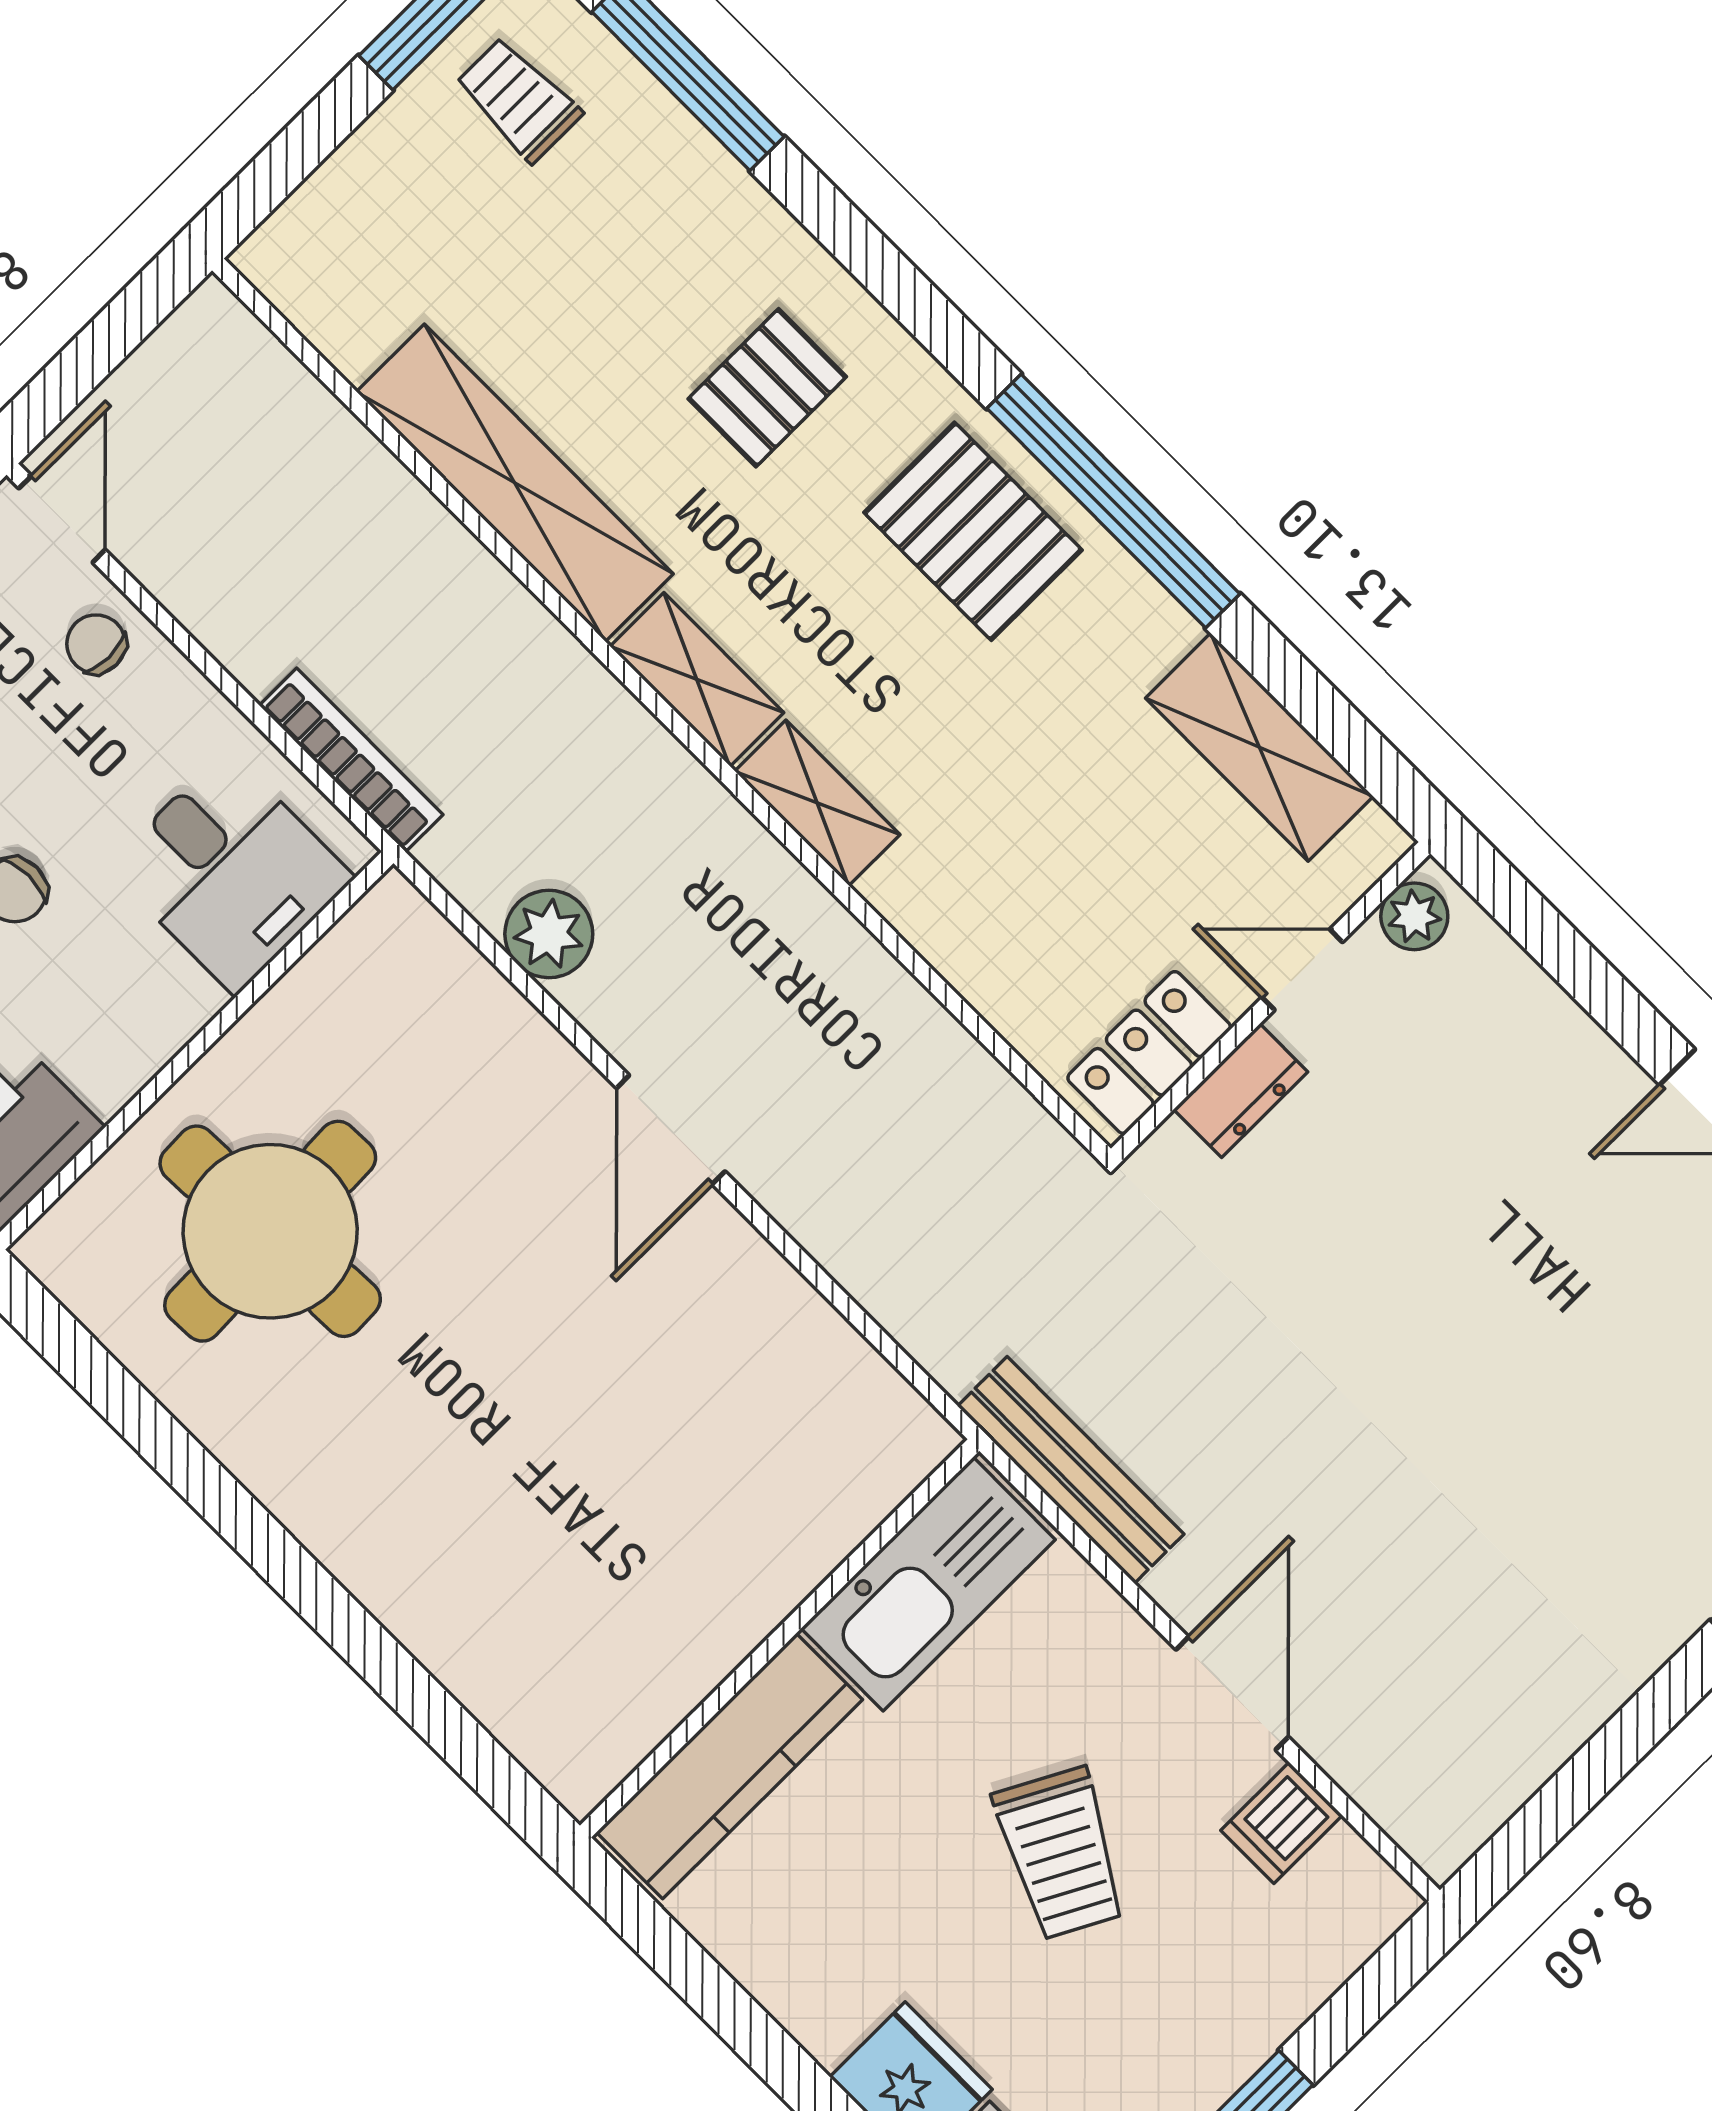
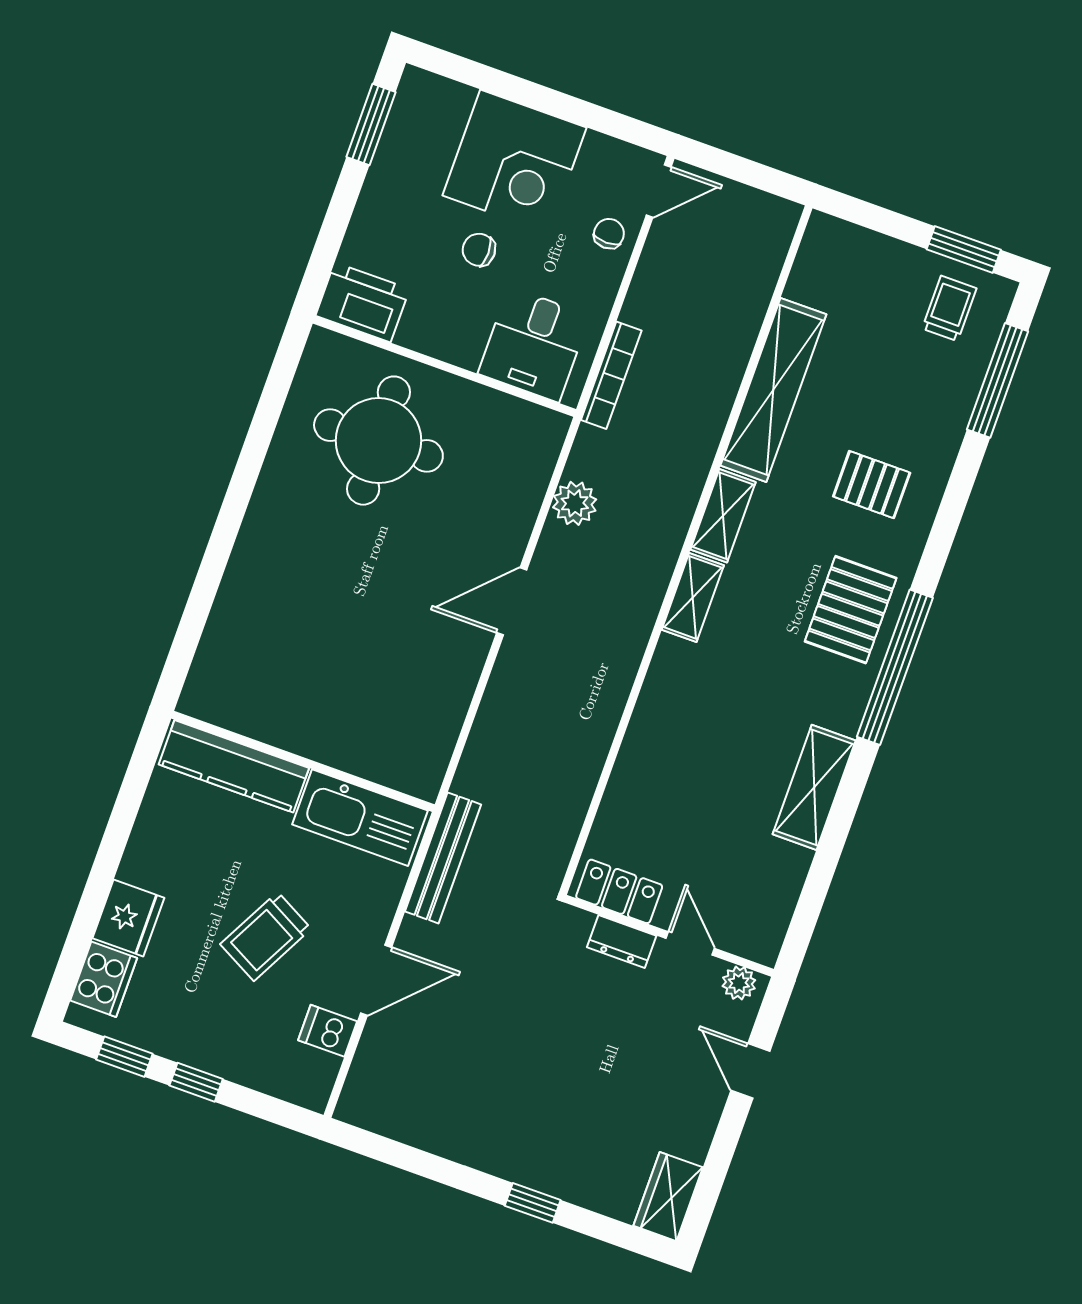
plant: (1414, 916) -> (739, 983), moved
door: (1302, 970) -> (690, 943), moved
wall: (1270, 1001) -> (669, 936), moved
locker: (1149, 1053) -> (619, 891), moved
dresser: (1241, 1091) -> (622, 941), moved

